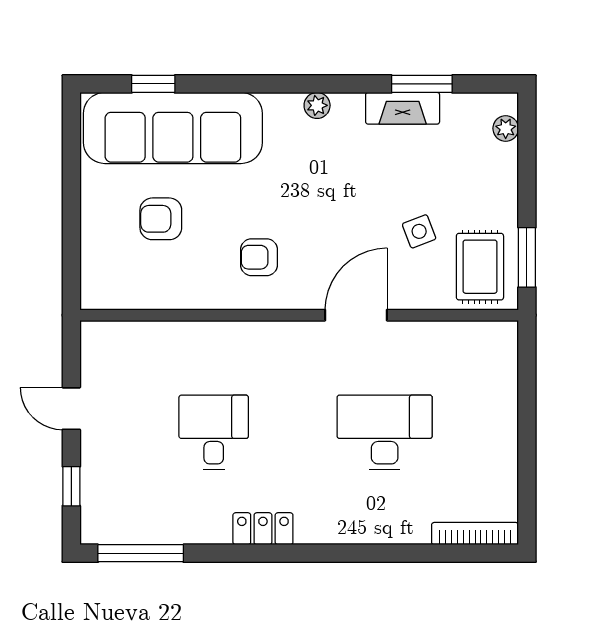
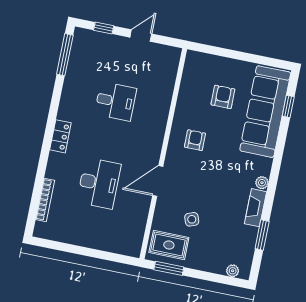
fireplace: (403, 108) -> (255, 208), moved
door: (356, 315) -> (158, 181), swing flipped
locker: (263, 529) -> (60, 136), moved
bookcase: (475, 534) -> (45, 200), moved

